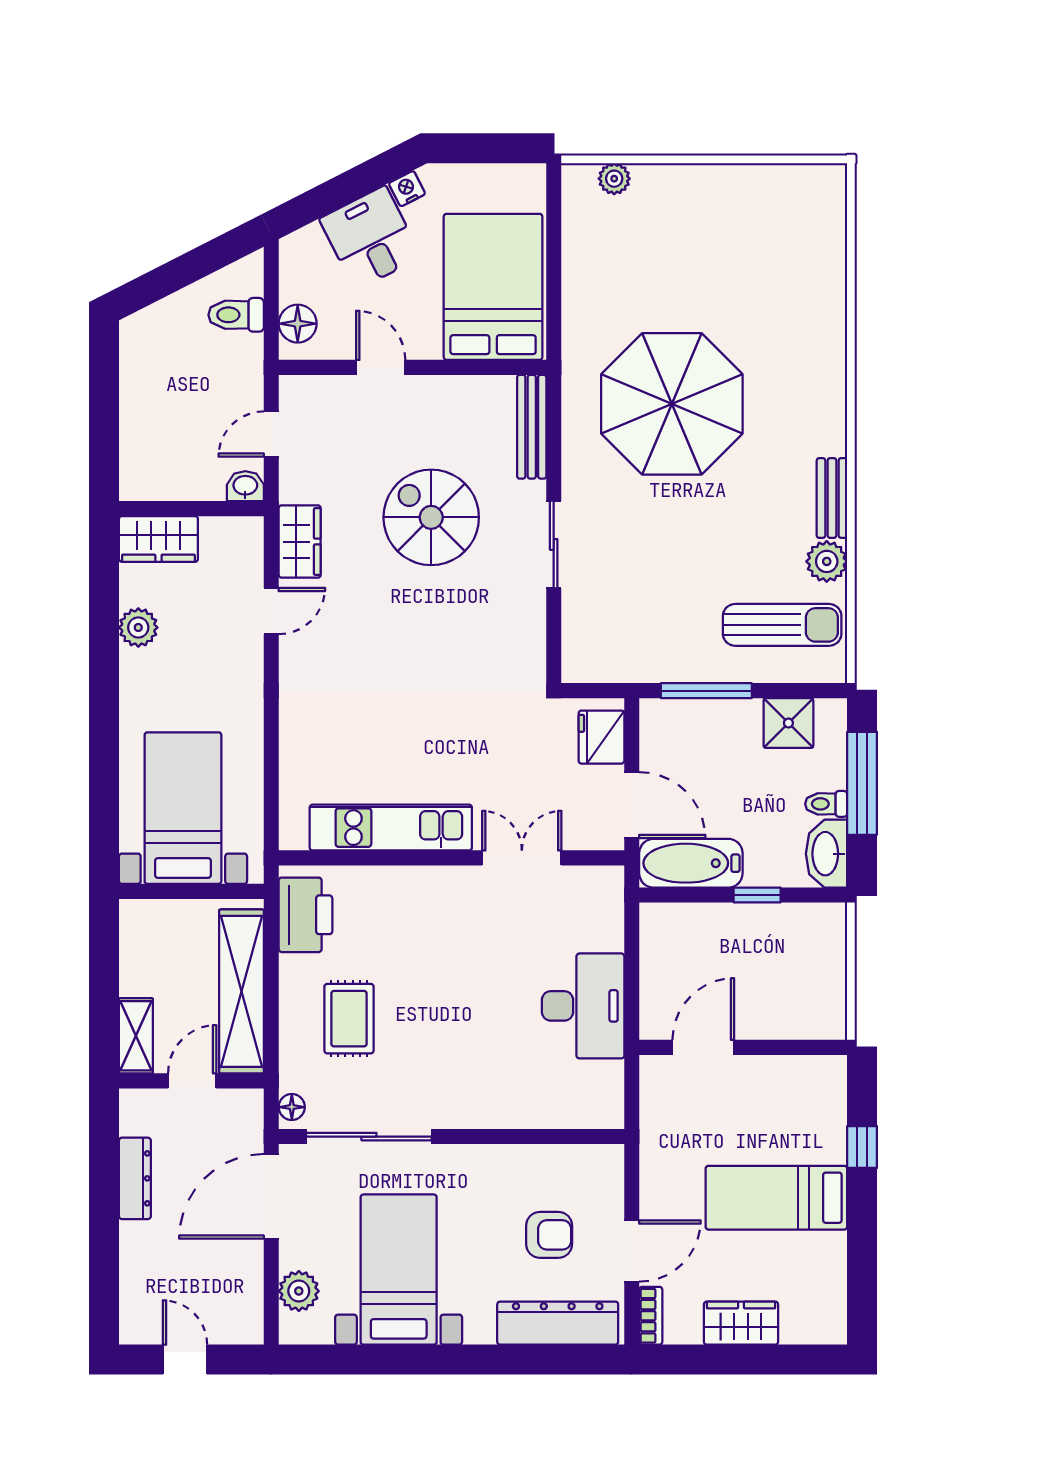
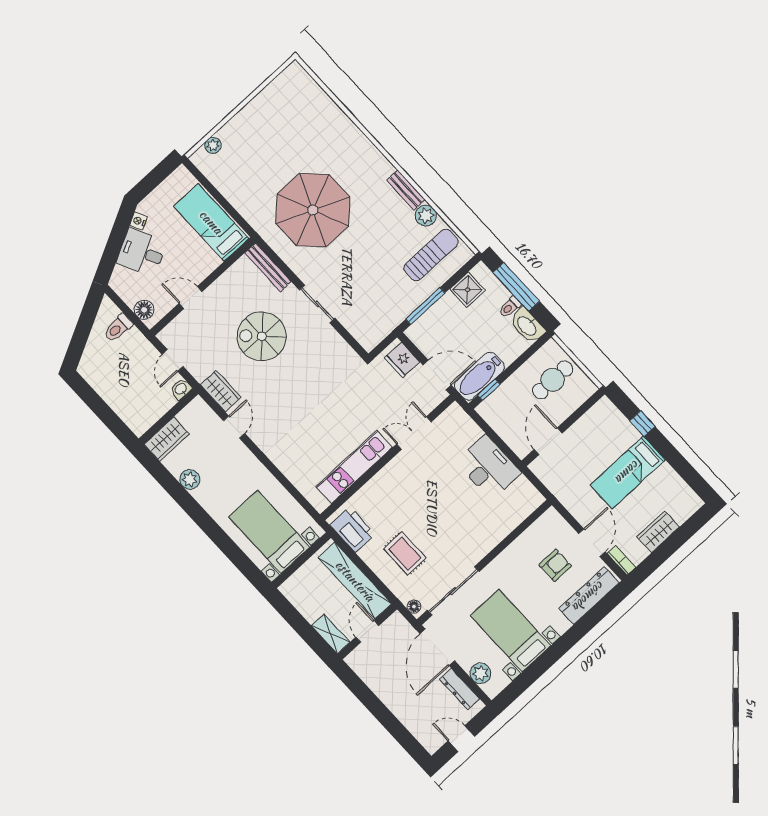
bed: (493, 287) -> (211, 222), width x0.67
window: (757, 895) -> (489, 390), moved
cafe table: (791, 965) -> (553, 380), added
dresser: (135, 1178) -> (459, 689), moved, turned 180

